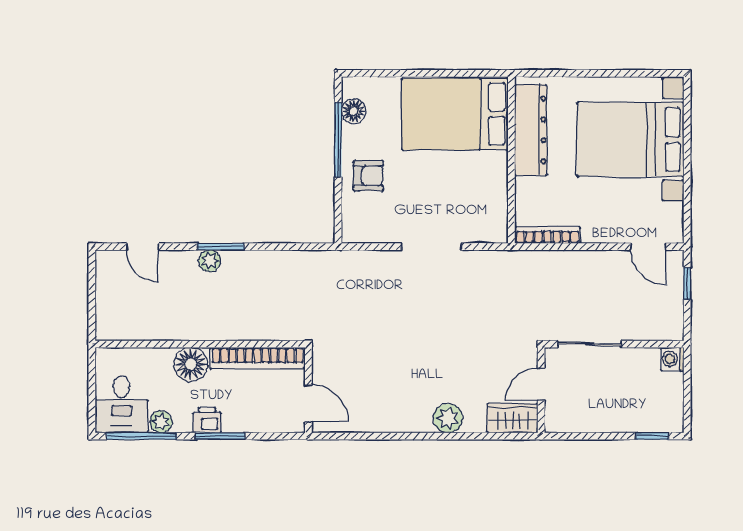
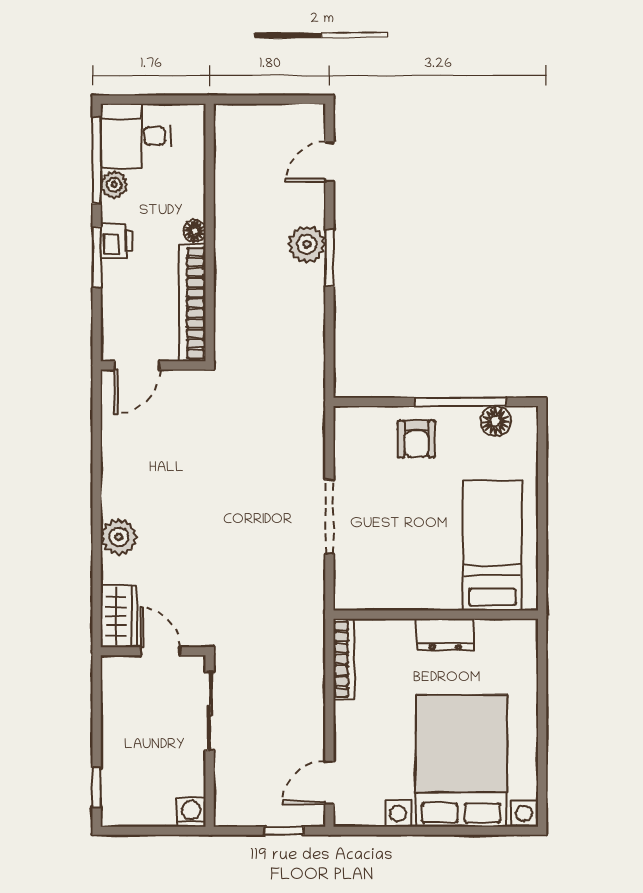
bed: (455, 114) -> (492, 545), width x0.67
dresser: (531, 130) -> (445, 635), width x0.51, depth x0.80
plant: (210, 261) -> (307, 244), width x1.38, depth x1.38
floor lamp: (191, 364) -> (195, 231), width x0.53, depth x0.53

